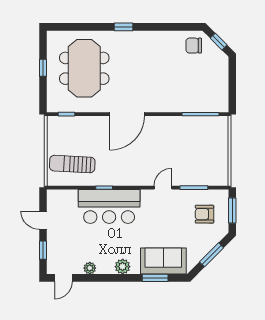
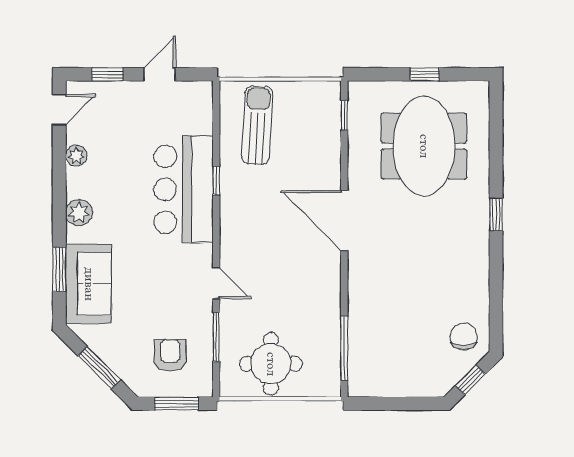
meeting table: (84, 68) -> (424, 146), turned 90
round table: (209, 156) -> (271, 364), added
door: (63, 278) -> (59, 110), swing flipped

